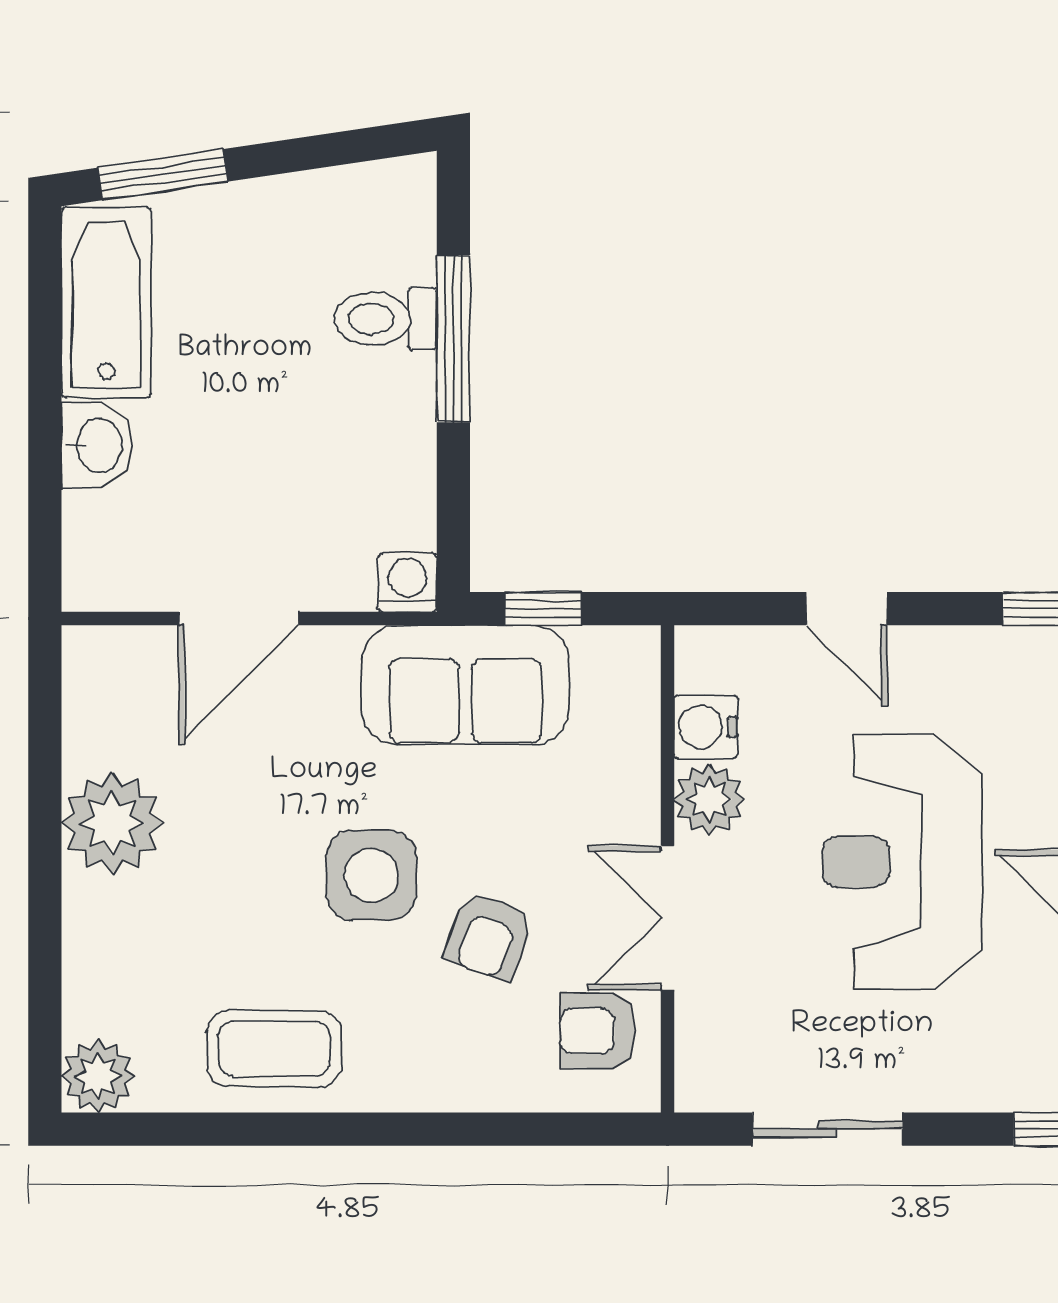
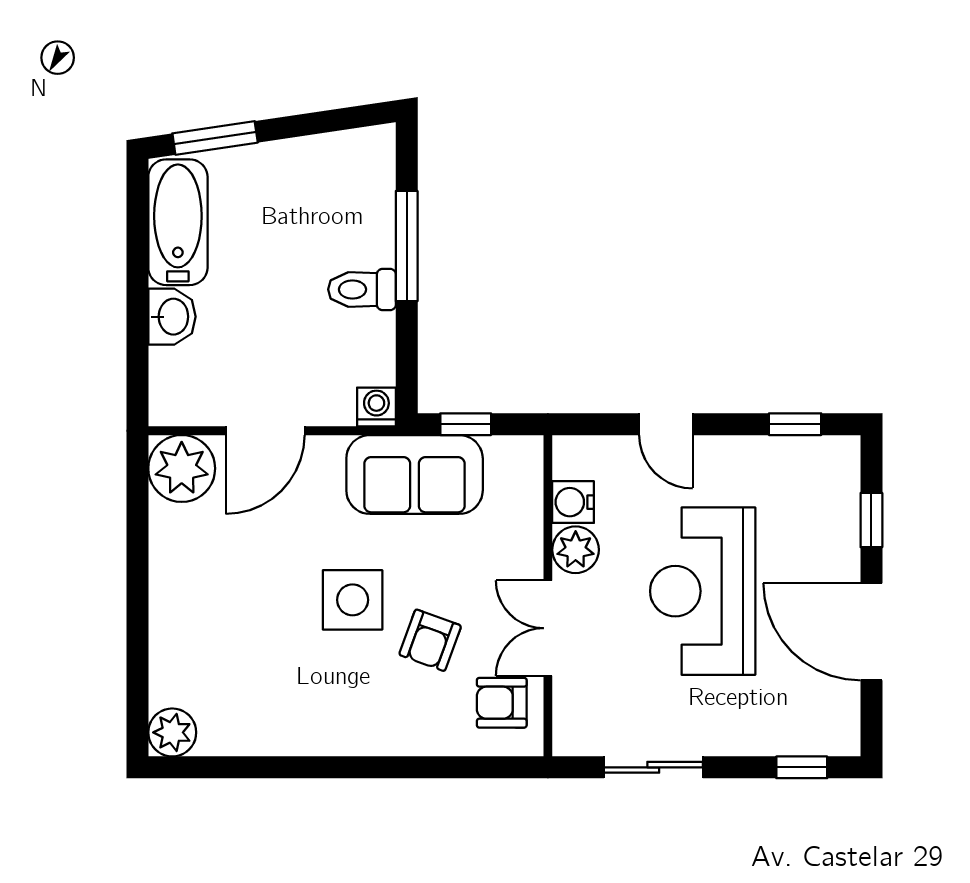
toilet: (385, 319) -> (362, 289), moved
plant: (112, 823) -> (182, 468), moved
coffee table: (274, 1049) -> (288, 714), removed

